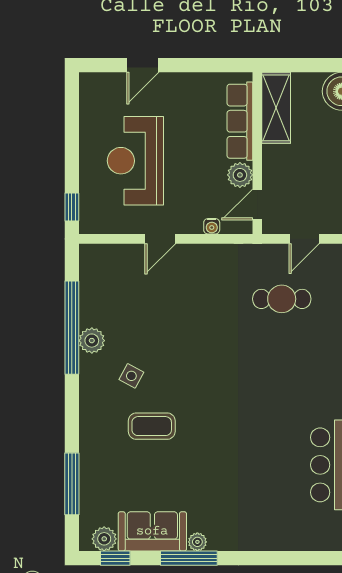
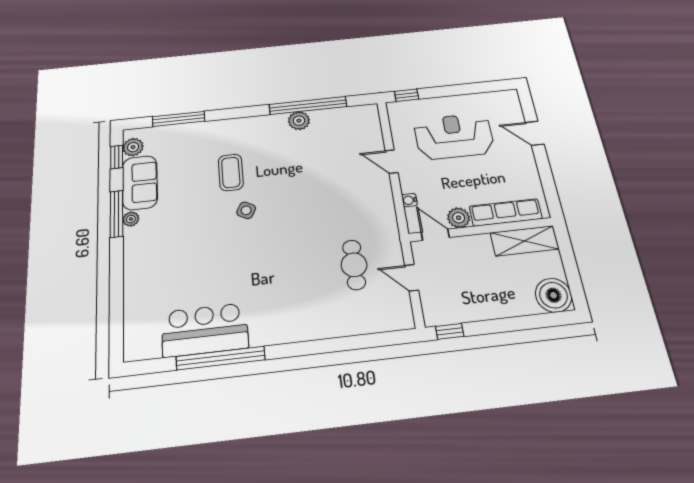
side table: (131, 376) -> (246, 210), moved

